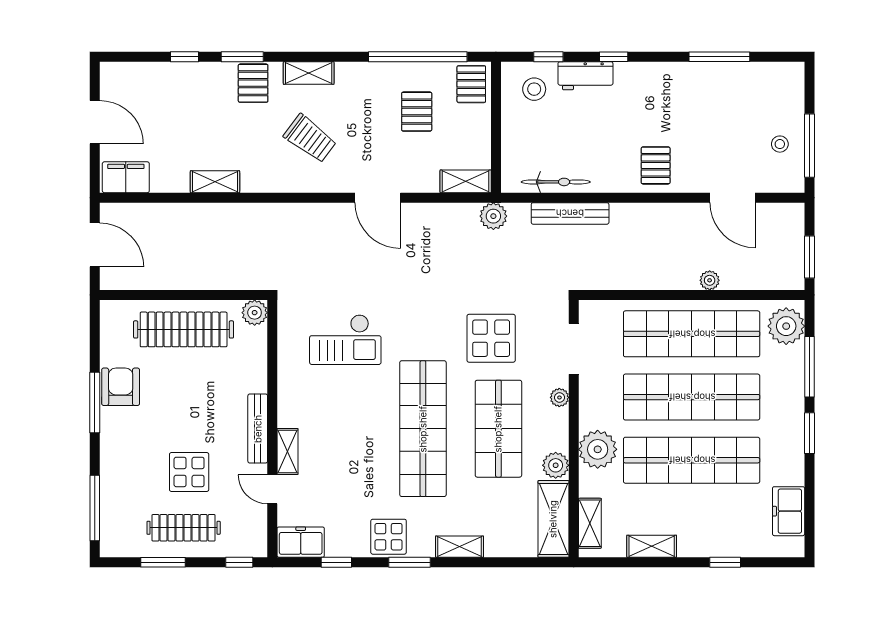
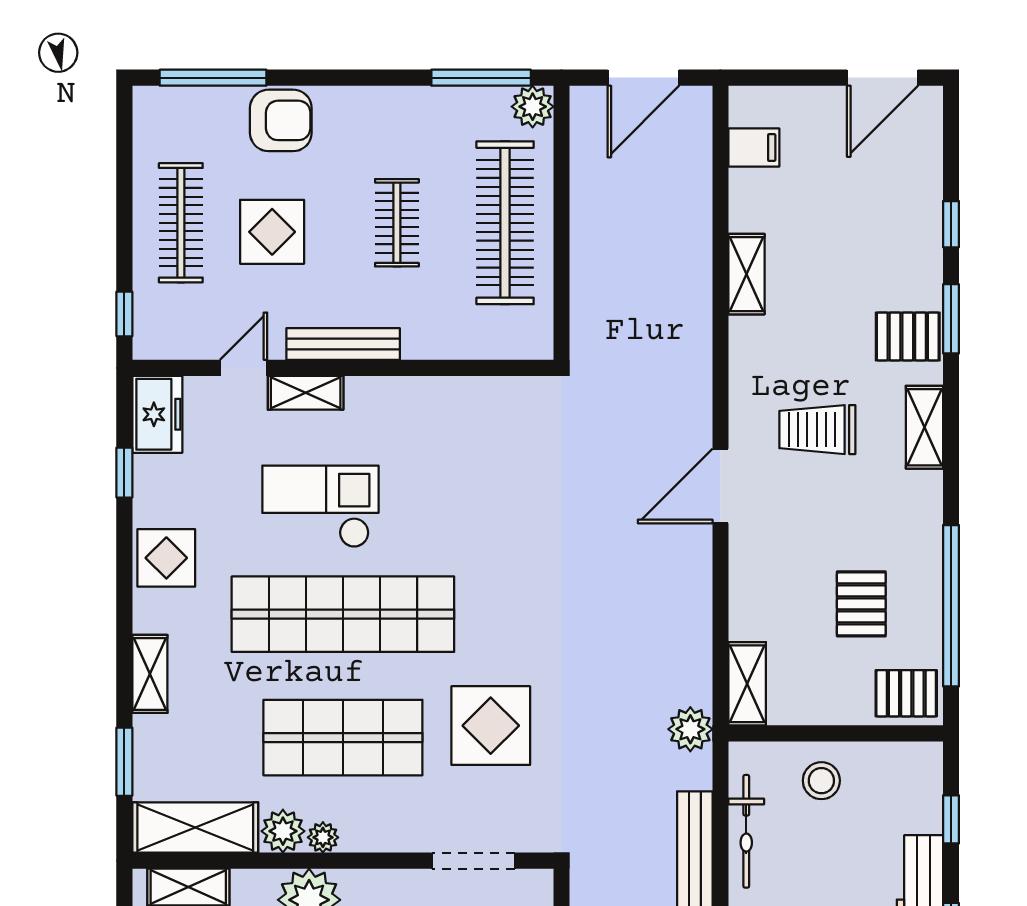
stool: (534, 89) -> (821, 781), moved
pallet: (417, 112) -> (861, 604), turned 90
door: (95, 122) -> (883, 78), moved
trolley: (310, 138) -> (817, 430), turned 53
filing cabinet: (126, 177) -> (754, 148), width x0.50
door: (378, 198) -> (720, 486), moved
plant: (255, 313) -> (533, 107), moved
checkout: (345, 340) -> (320, 506), moved, turned 90
armchair: (121, 387) -> (281, 120), moved
clothes rail: (184, 396) -> (397, 223), added
plant: (559, 397) -> (323, 837), moved
window: (95, 403) -> (481, 78), moved
window: (163, 562) -> (124, 189), removed
window: (410, 562) -> (124, 762), moved

